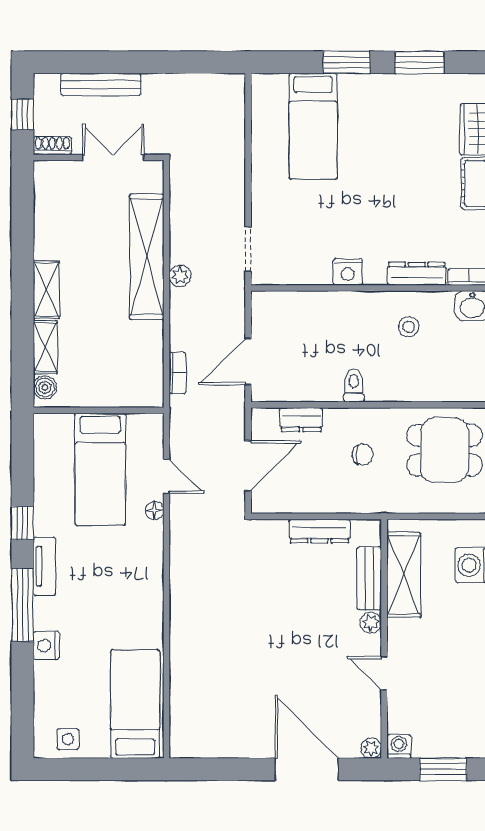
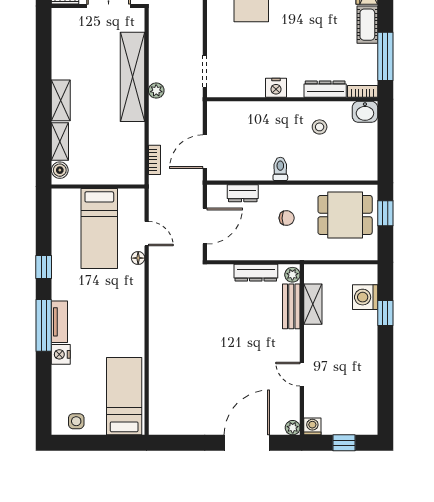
tv unit: (44, 566) -> (59, 322), moved
shelving: (404, 575) -> (313, 304), width x0.67, depth x0.75
plant: (371, 623) -> (292, 275), moved
door: (307, 769) -> (247, 443), hinge flipped
window: (443, 769) -> (344, 443), width x0.67

